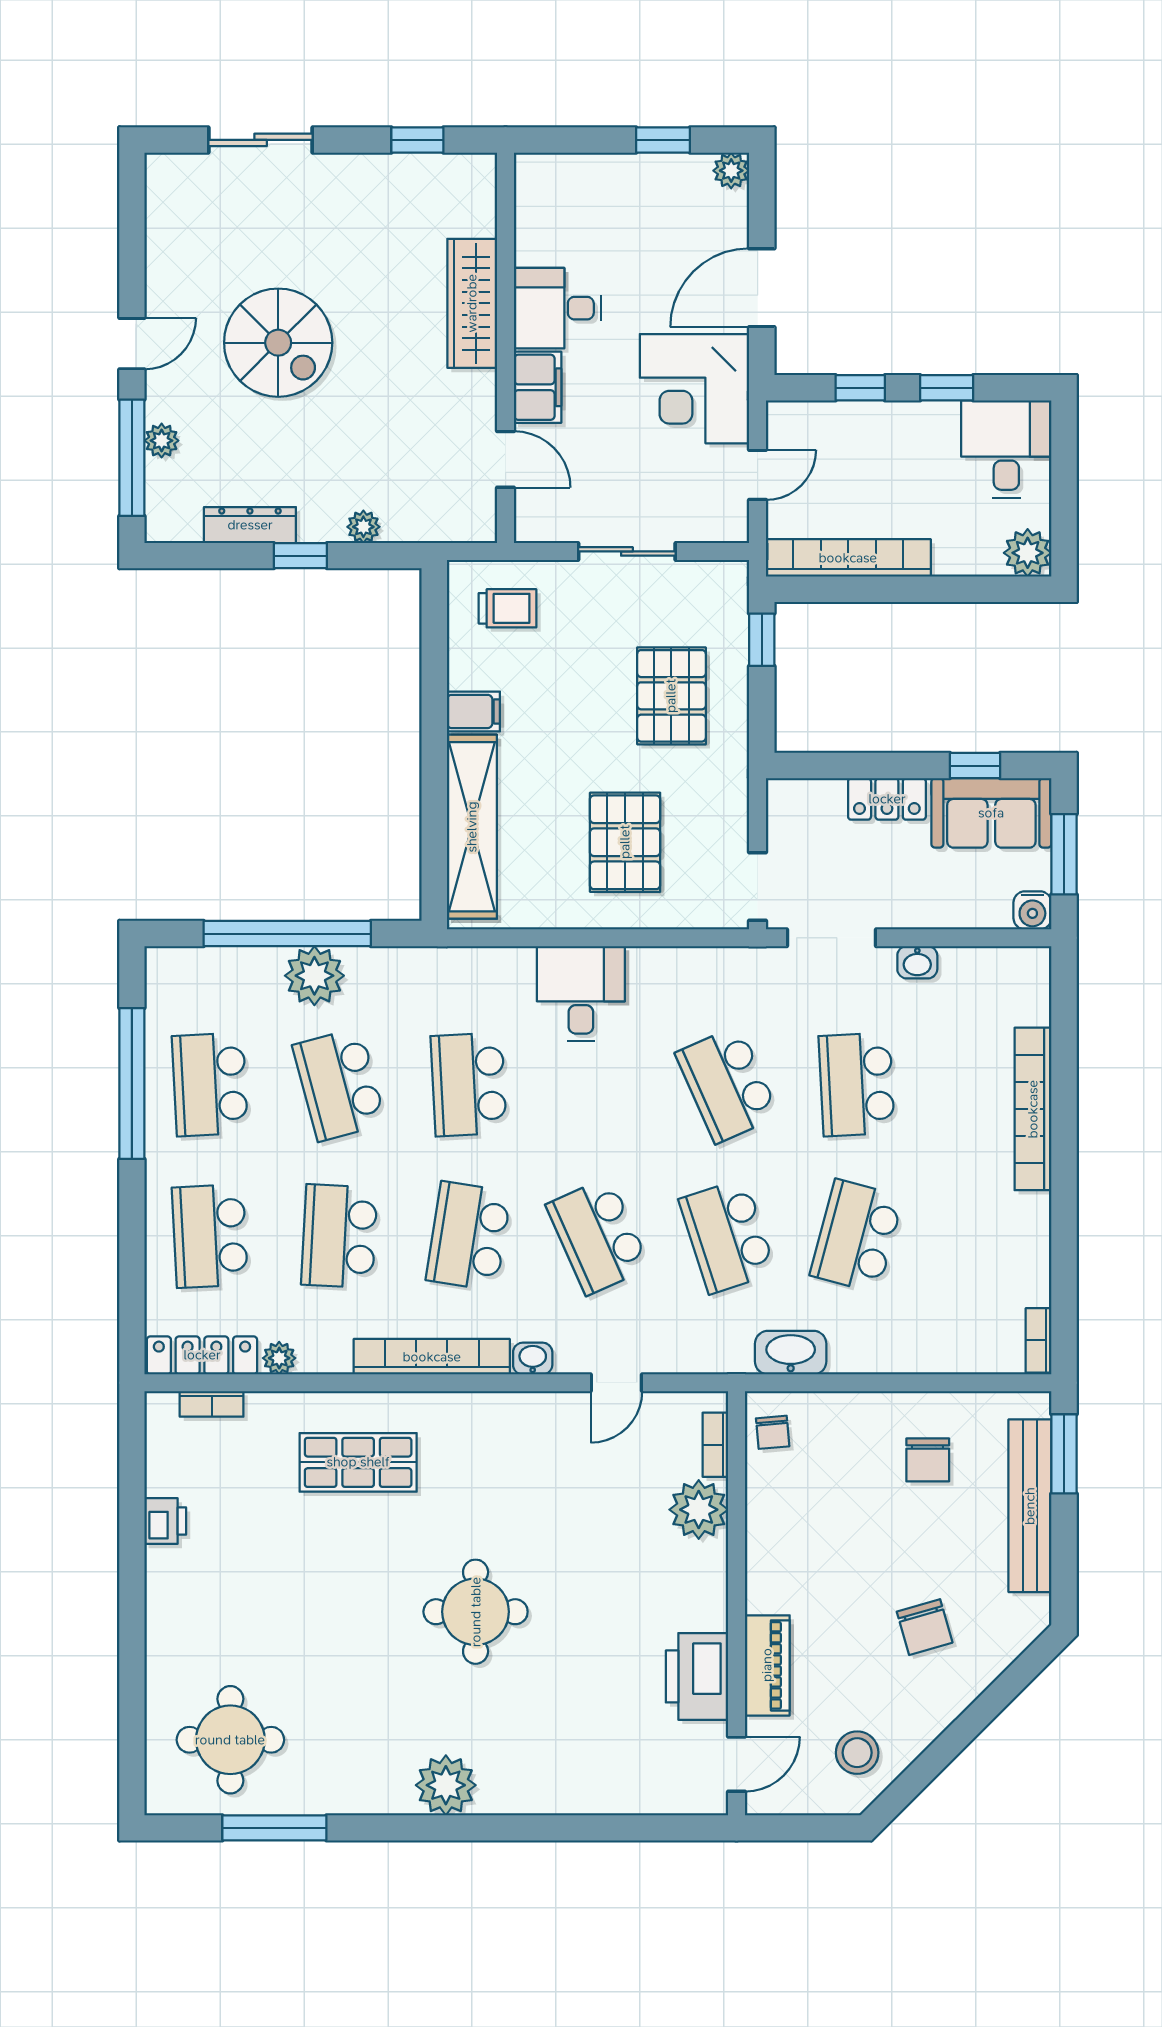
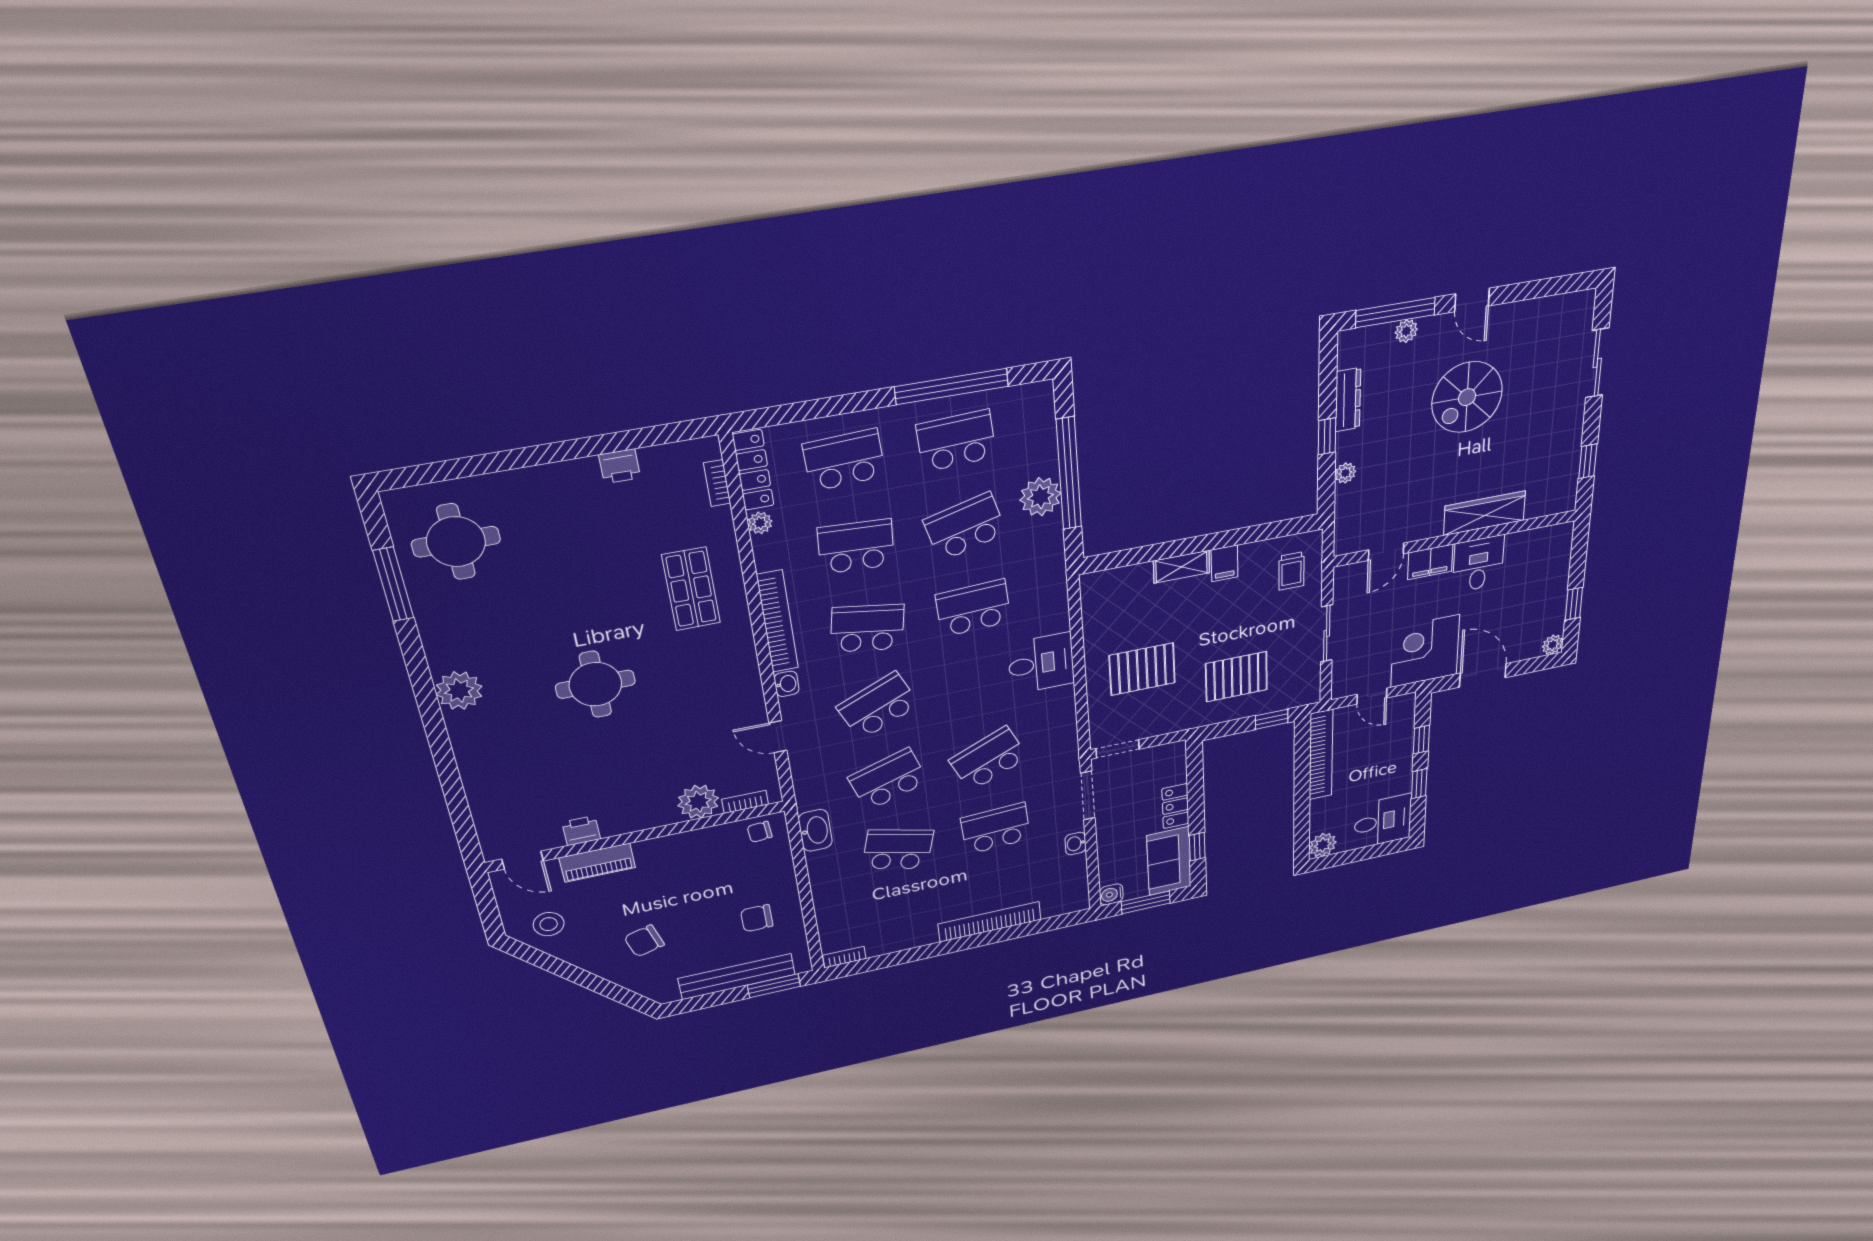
shelving: (472, 827) -> (1182, 567), width x0.45, depth x0.75
printer: (697, 1676) -> (581, 831), width x0.53, depth x0.68

